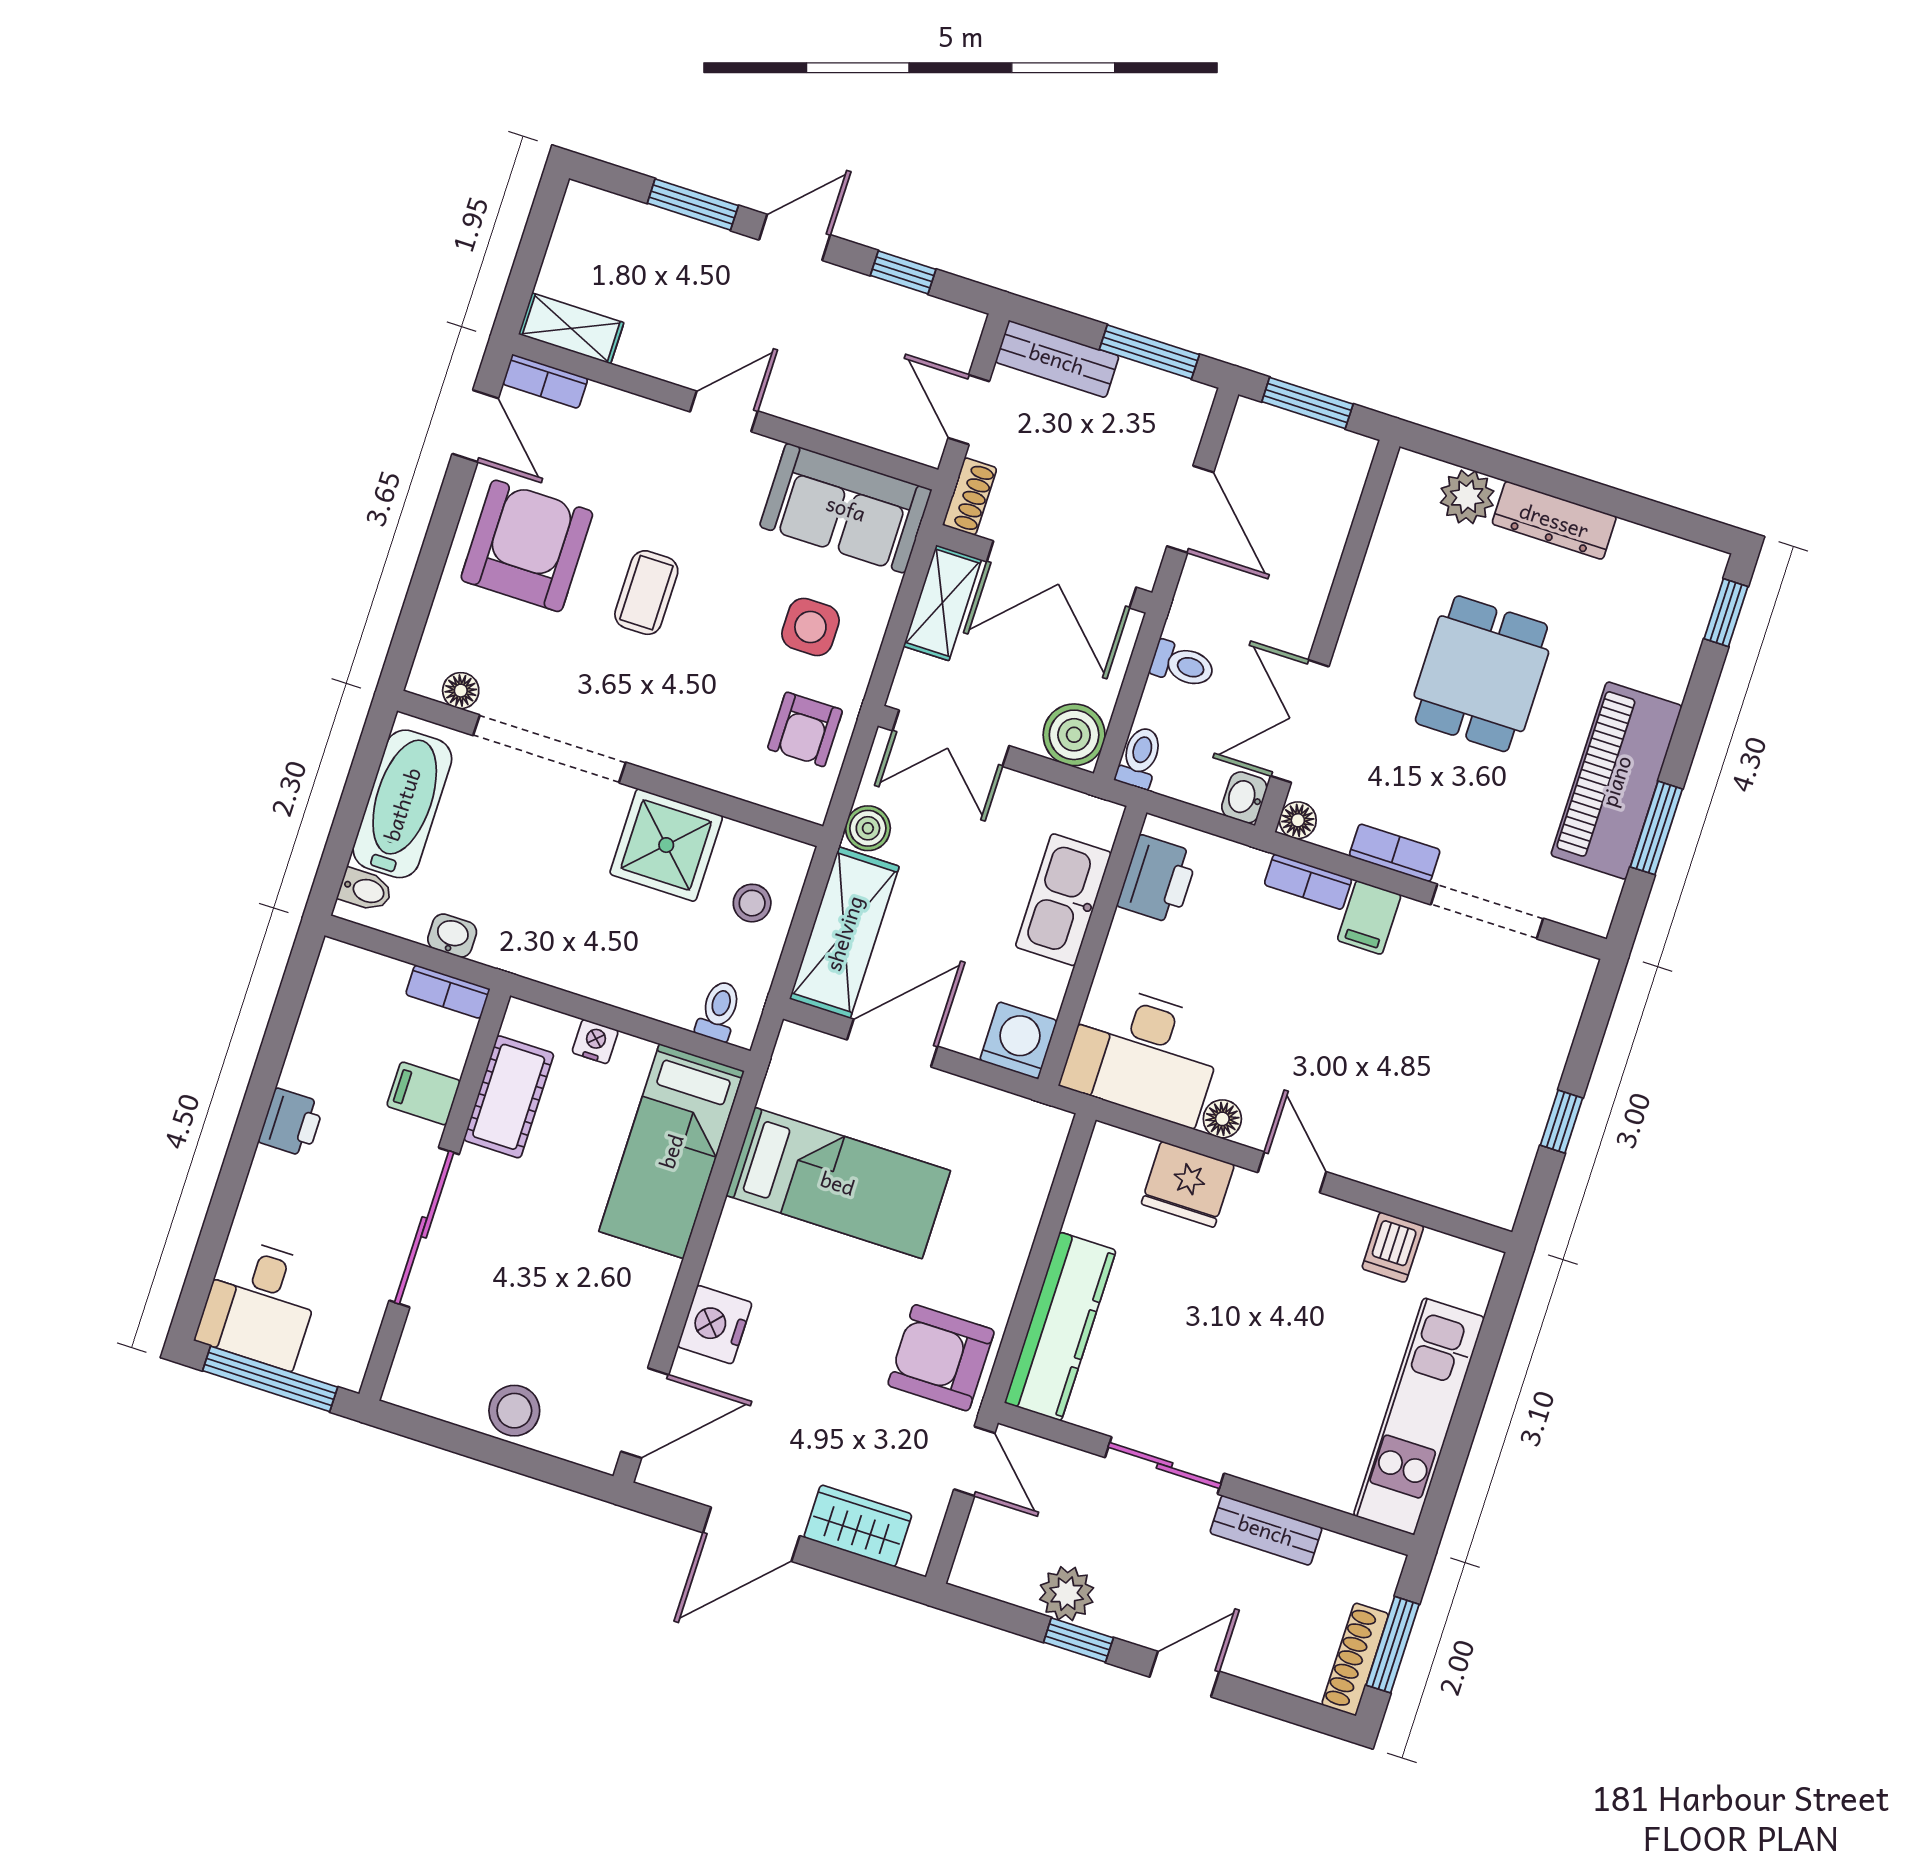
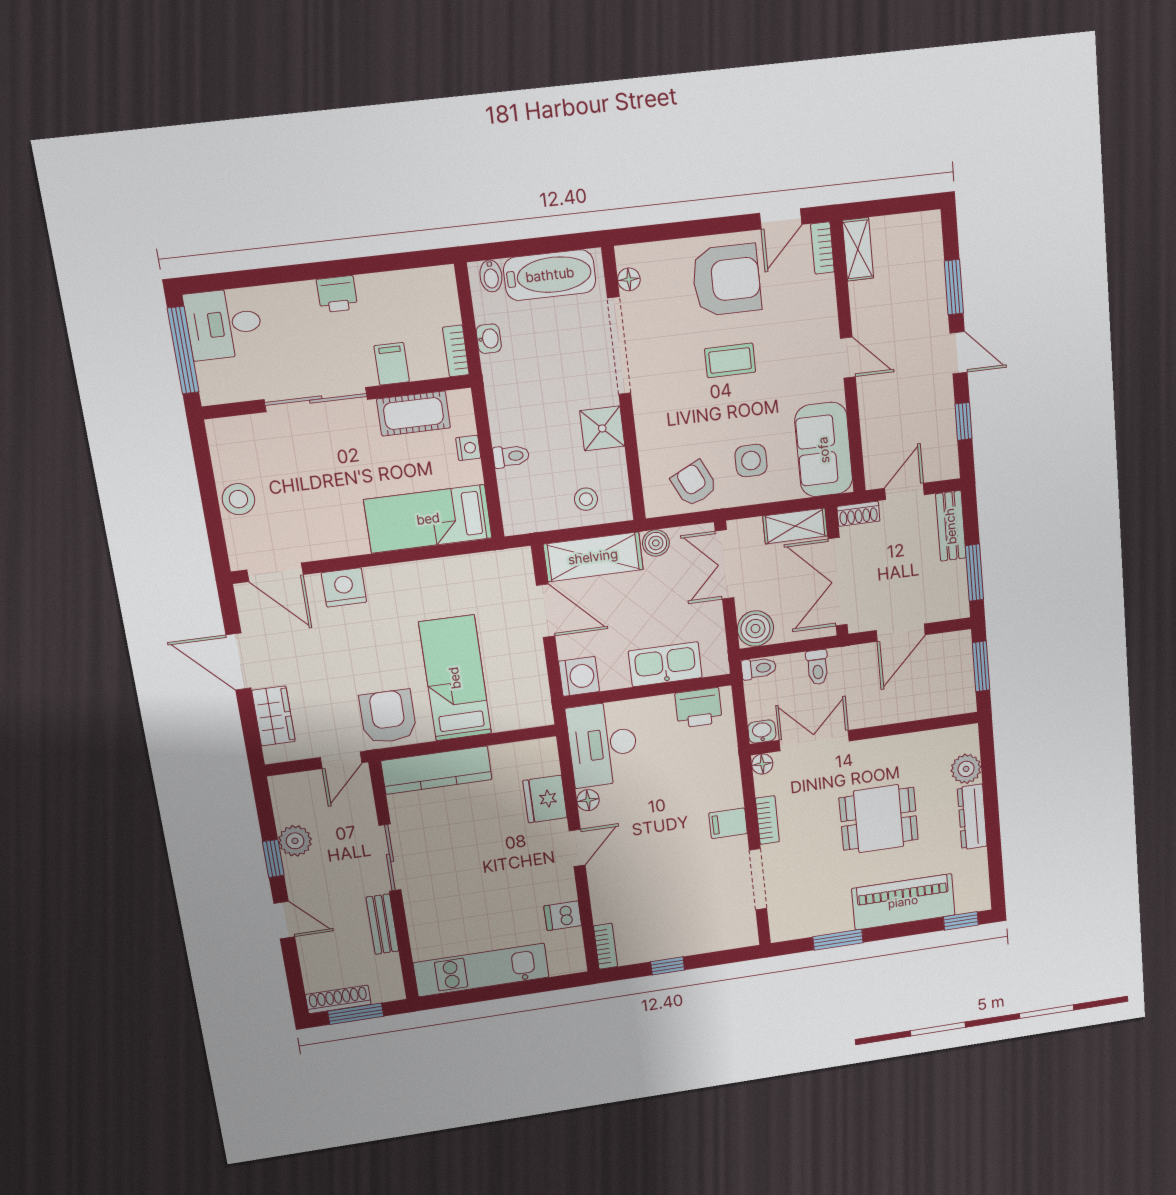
armchair: (805, 729) -> (694, 484), turned 64
piano: (1616, 781) -> (903, 902), moved
shower: (666, 845) -> (602, 428), width x0.73, depth x0.73
bookcase: (1308, 882) -> (606, 946), moved, turned 180
toilet: (719, 1011) -> (511, 456), moved
bed: (838, 1183) -> (455, 678), moved, turned 180

